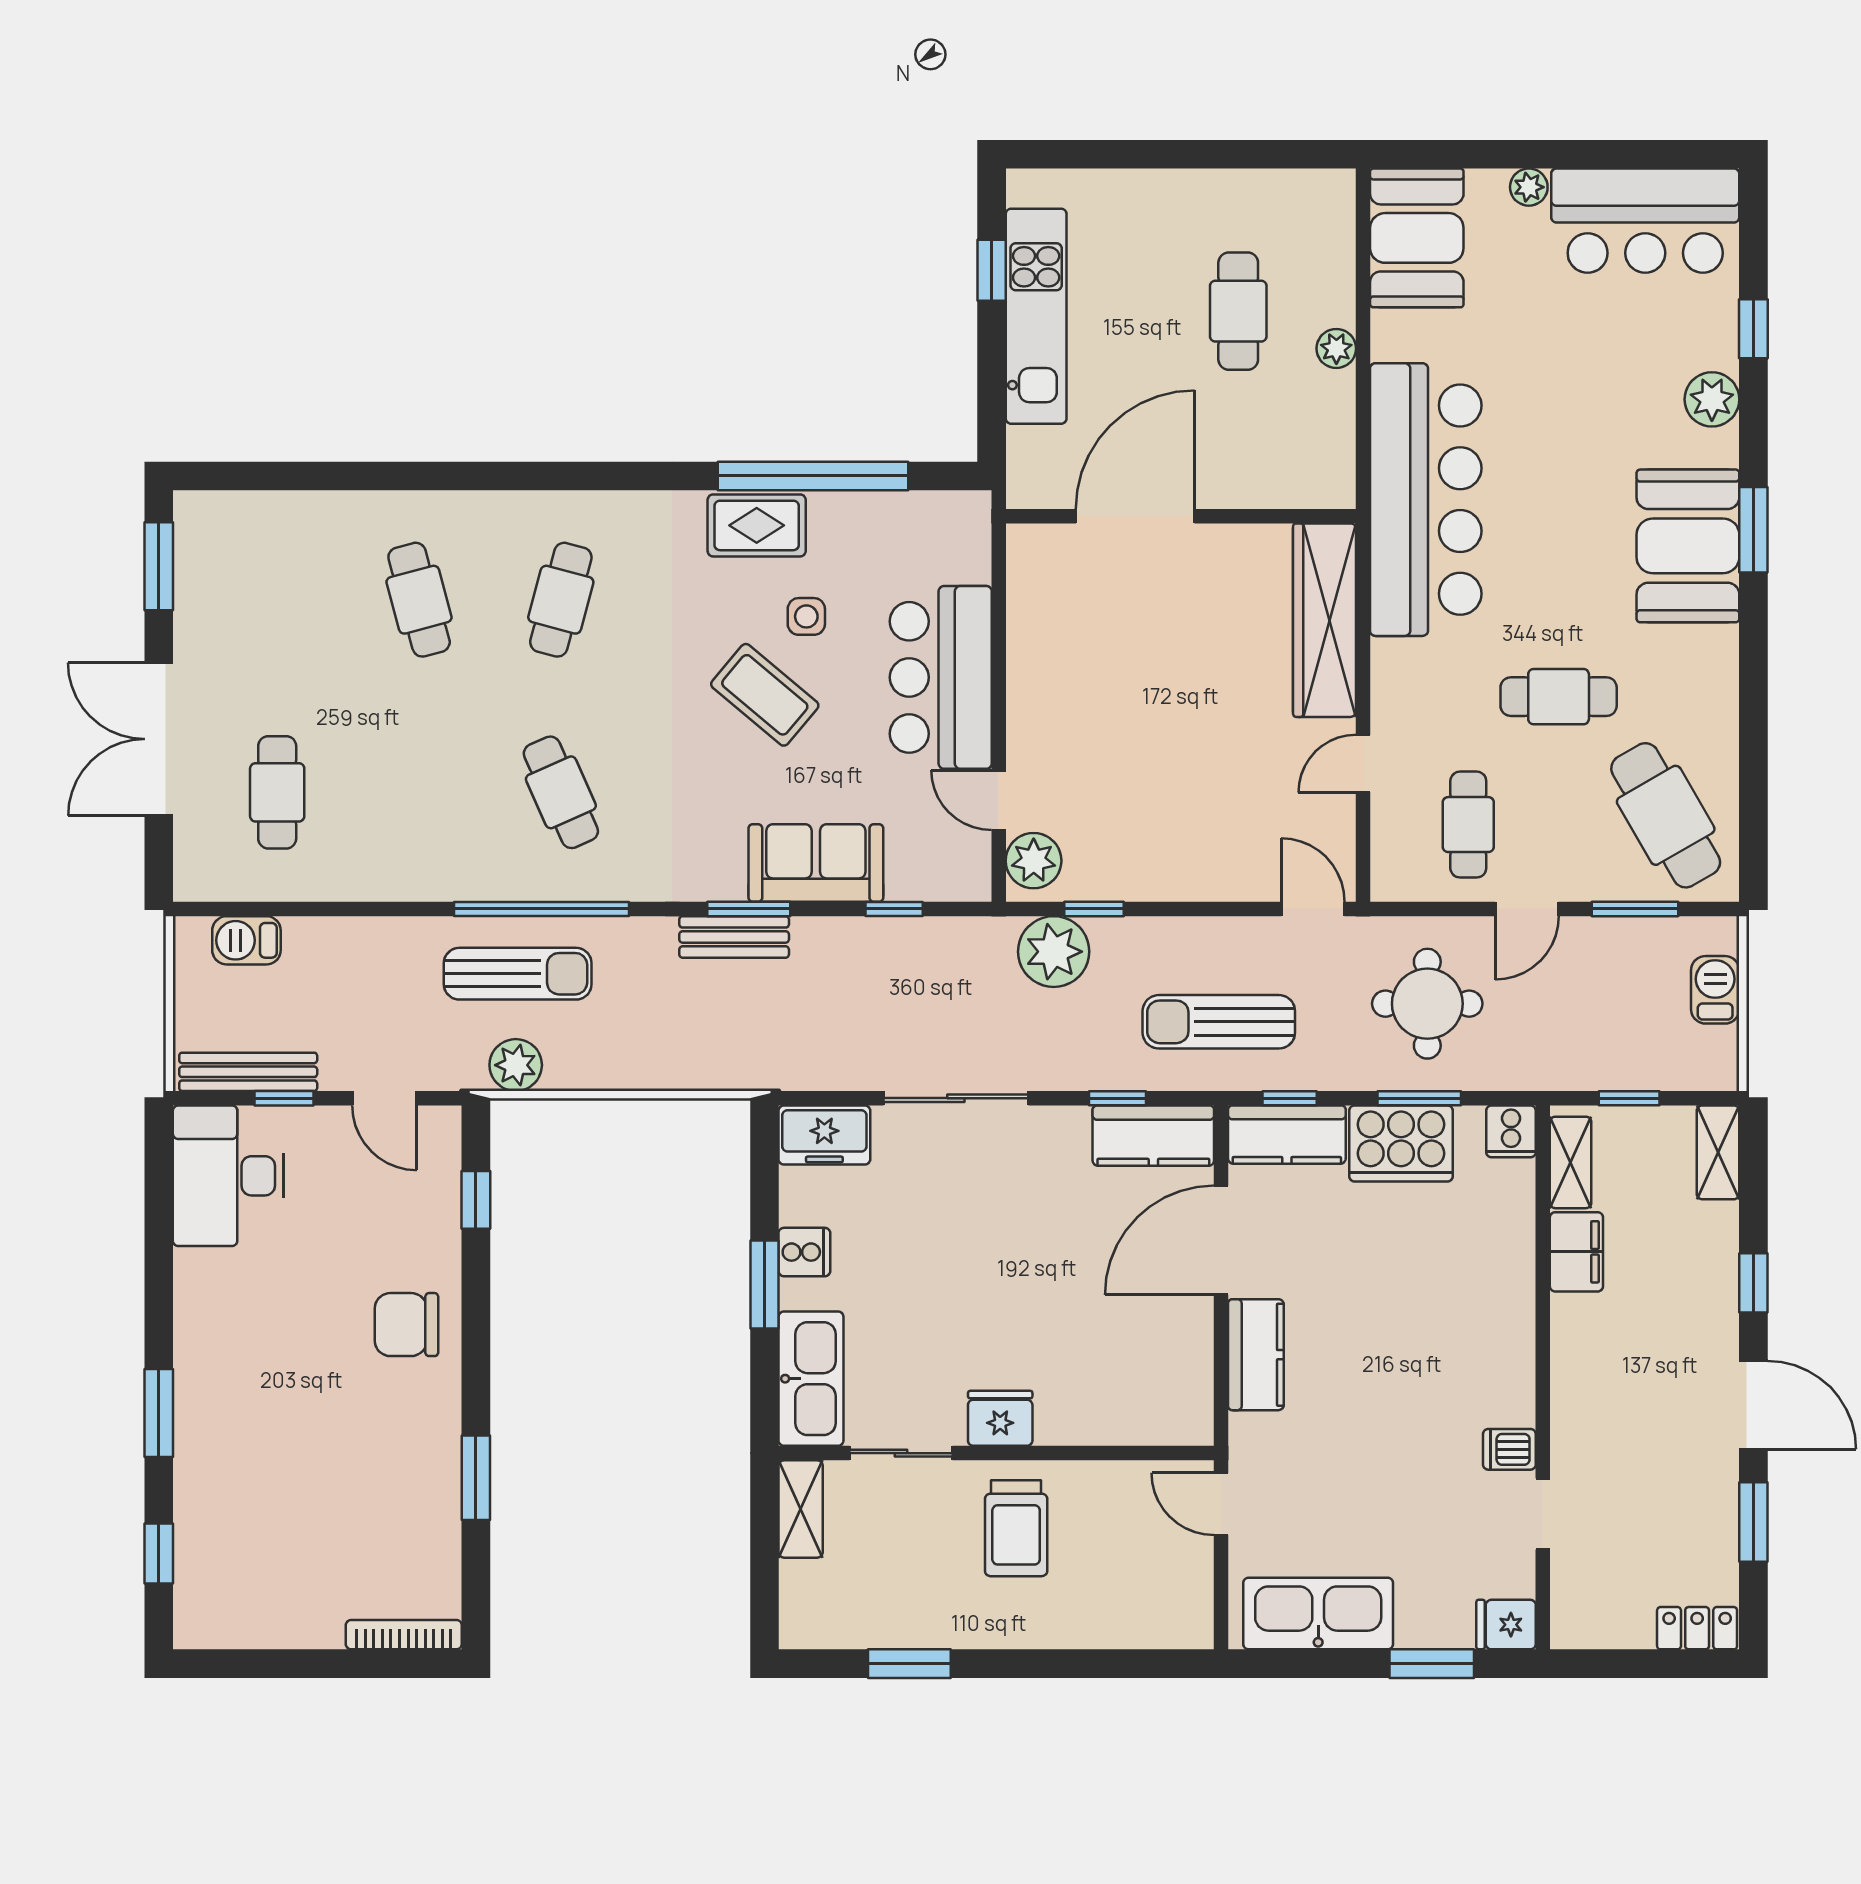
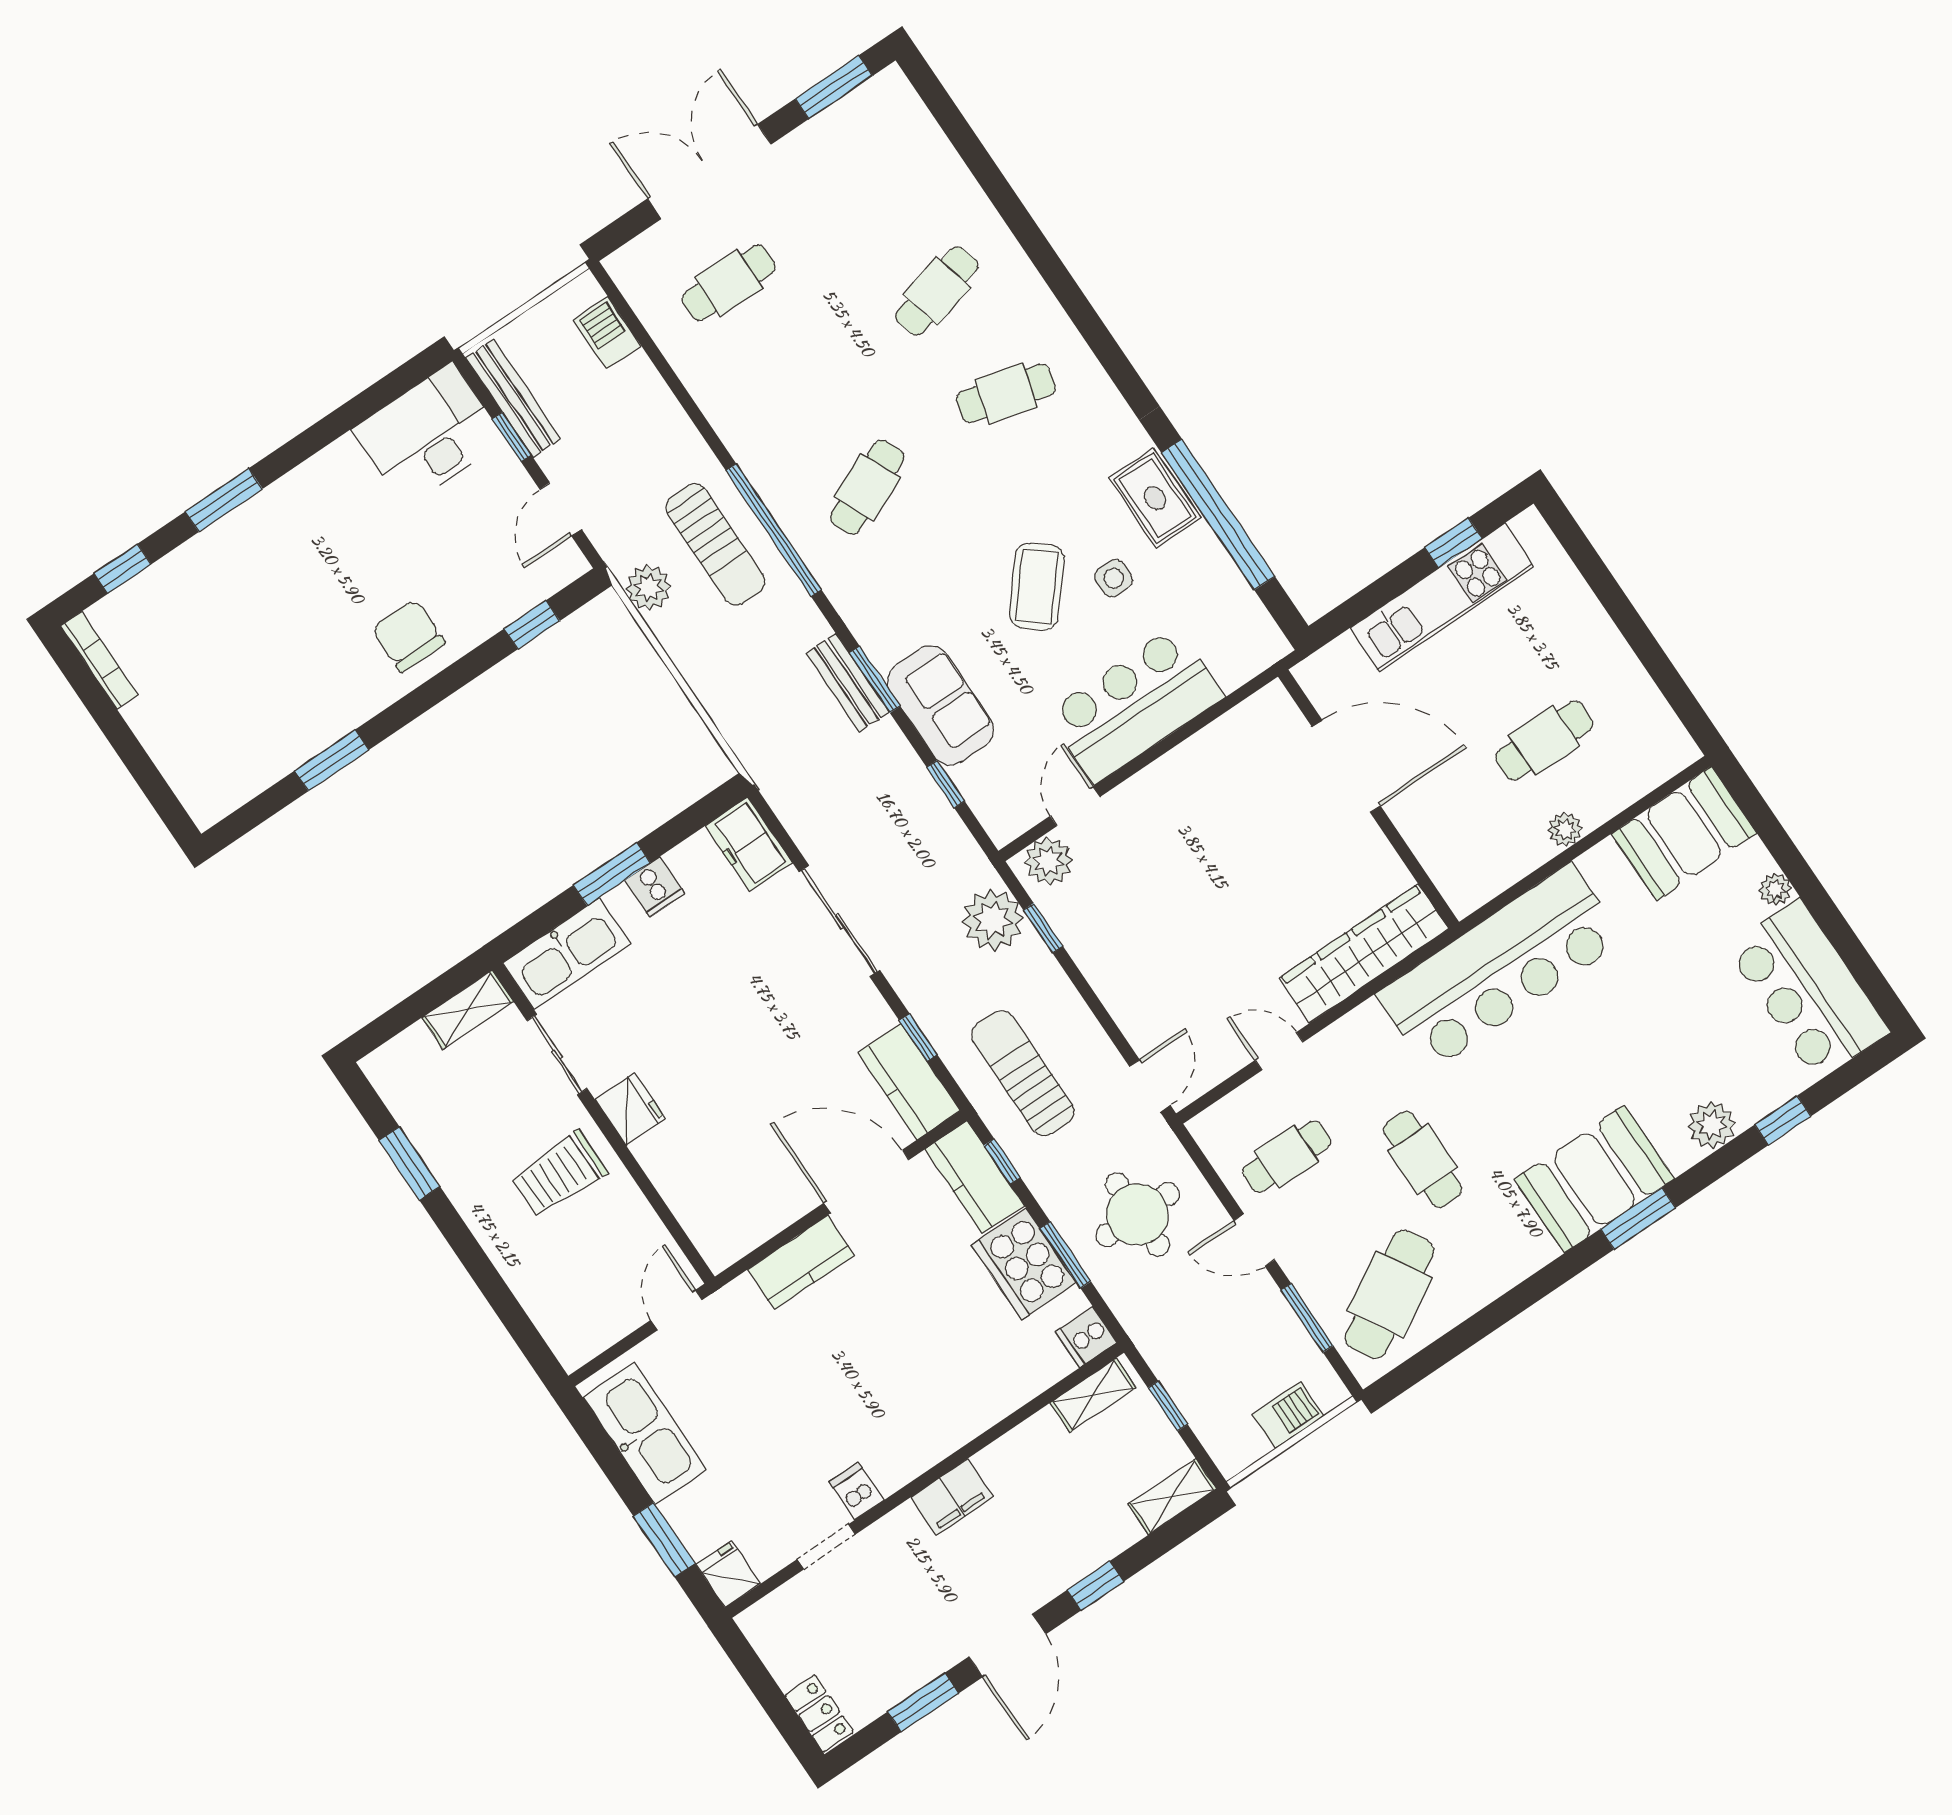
filing cabinet: (1576, 1252) -> (952, 1497), moved
bookcase: (404, 1635) -> (99, 660), moved

